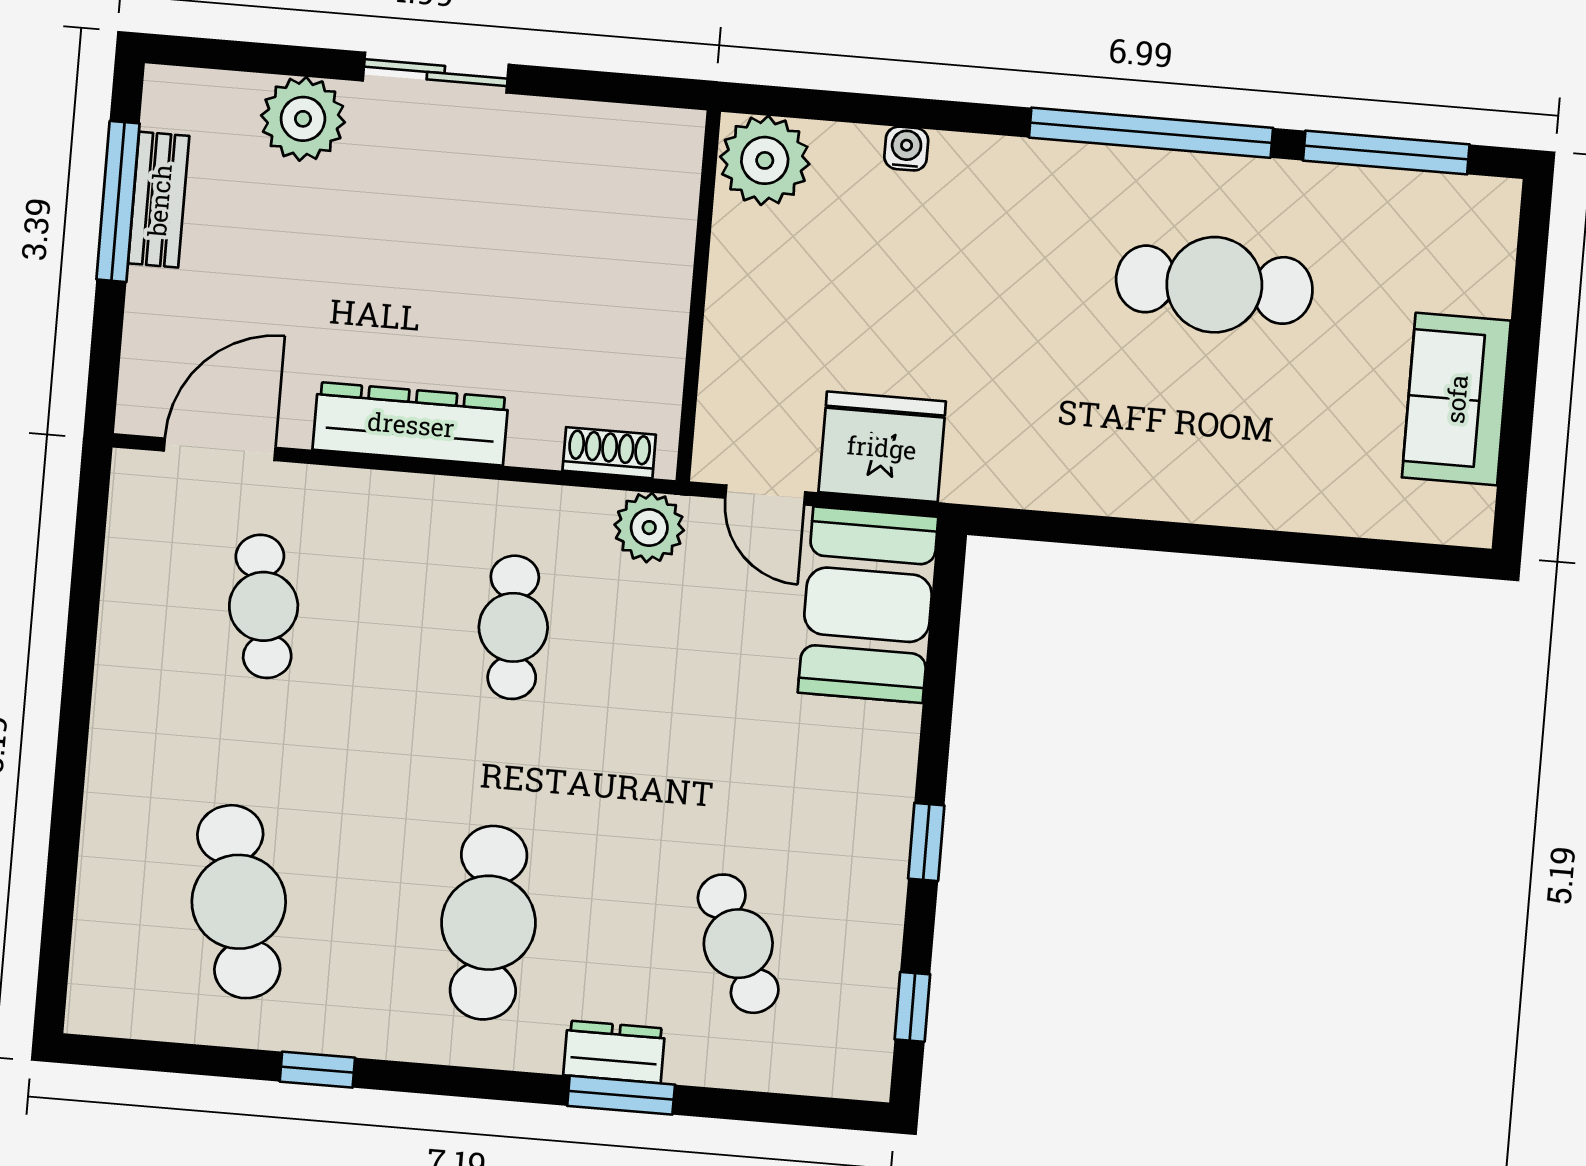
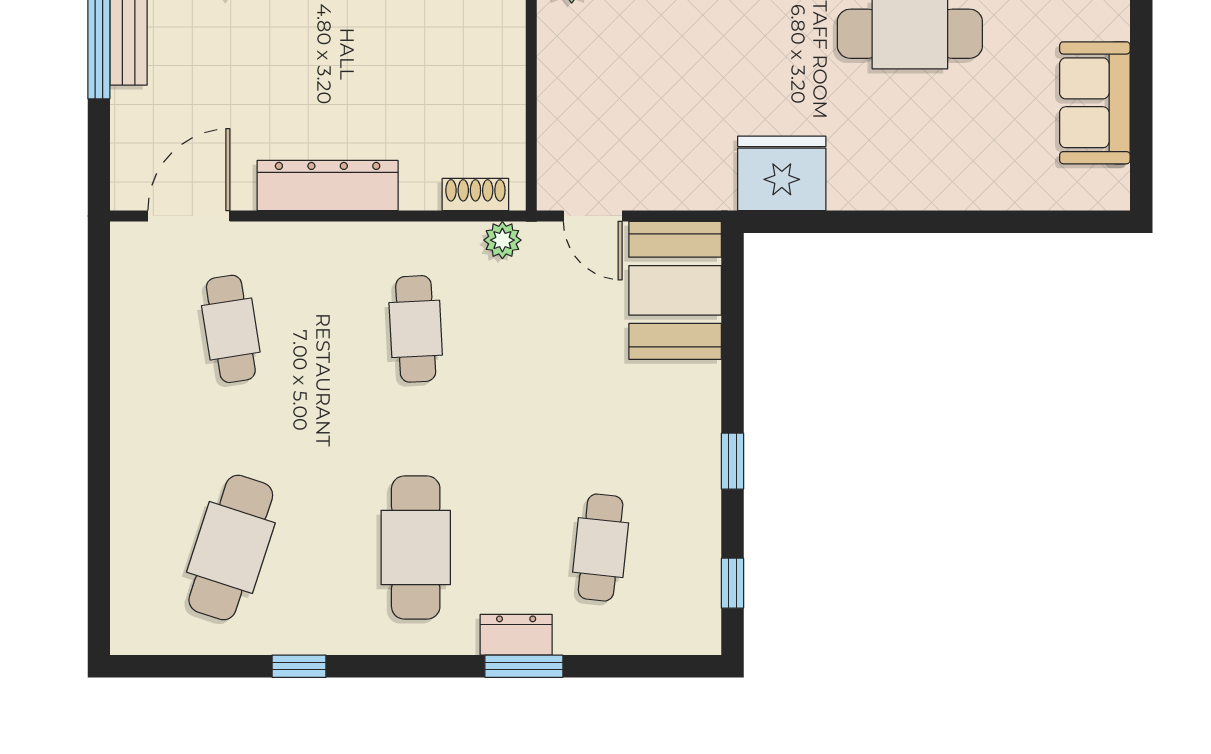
fridge: (882, 447) -> (782, 173), moved
plant: (649, 528) -> (502, 240), width x0.73, depth x0.73
cafe table: (239, 902) -> (231, 548), turned 30
cafe table: (738, 944) -> (601, 548), turned 30

